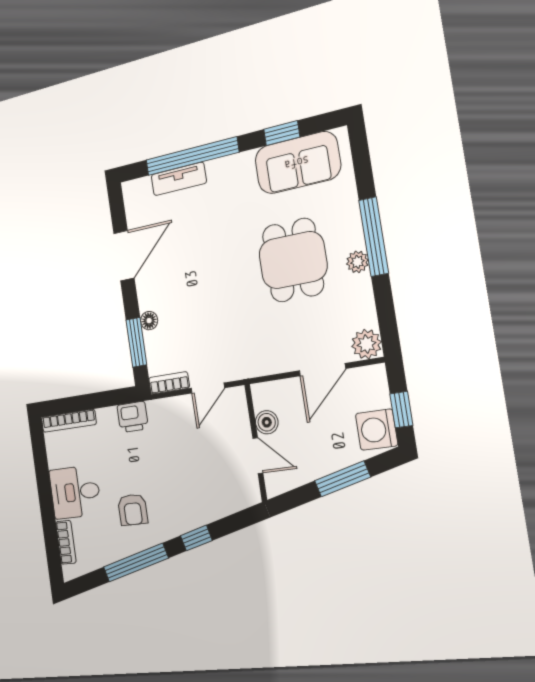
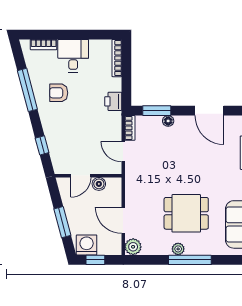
window: (196, 538) -> (42, 145), moved

